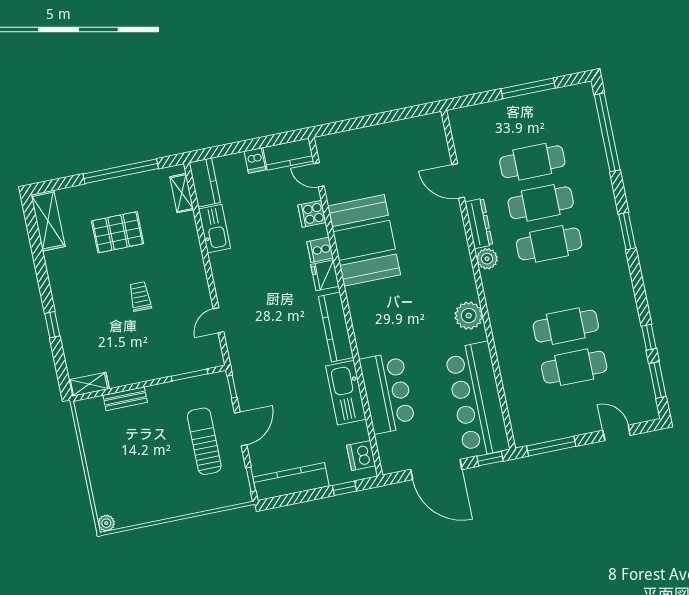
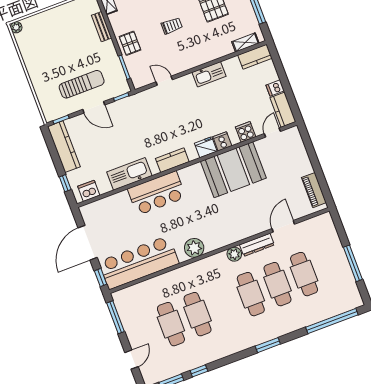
piano: (412, 128) -> (314, 190), added
kitchen sink: (214, 229) -> (209, 74), moved
kitchen counter: (336, 327) -> (172, 160), width x0.67
pallet: (156, 361) -> (130, 43), added
bar counter: (387, 393) -> (157, 193), moved

